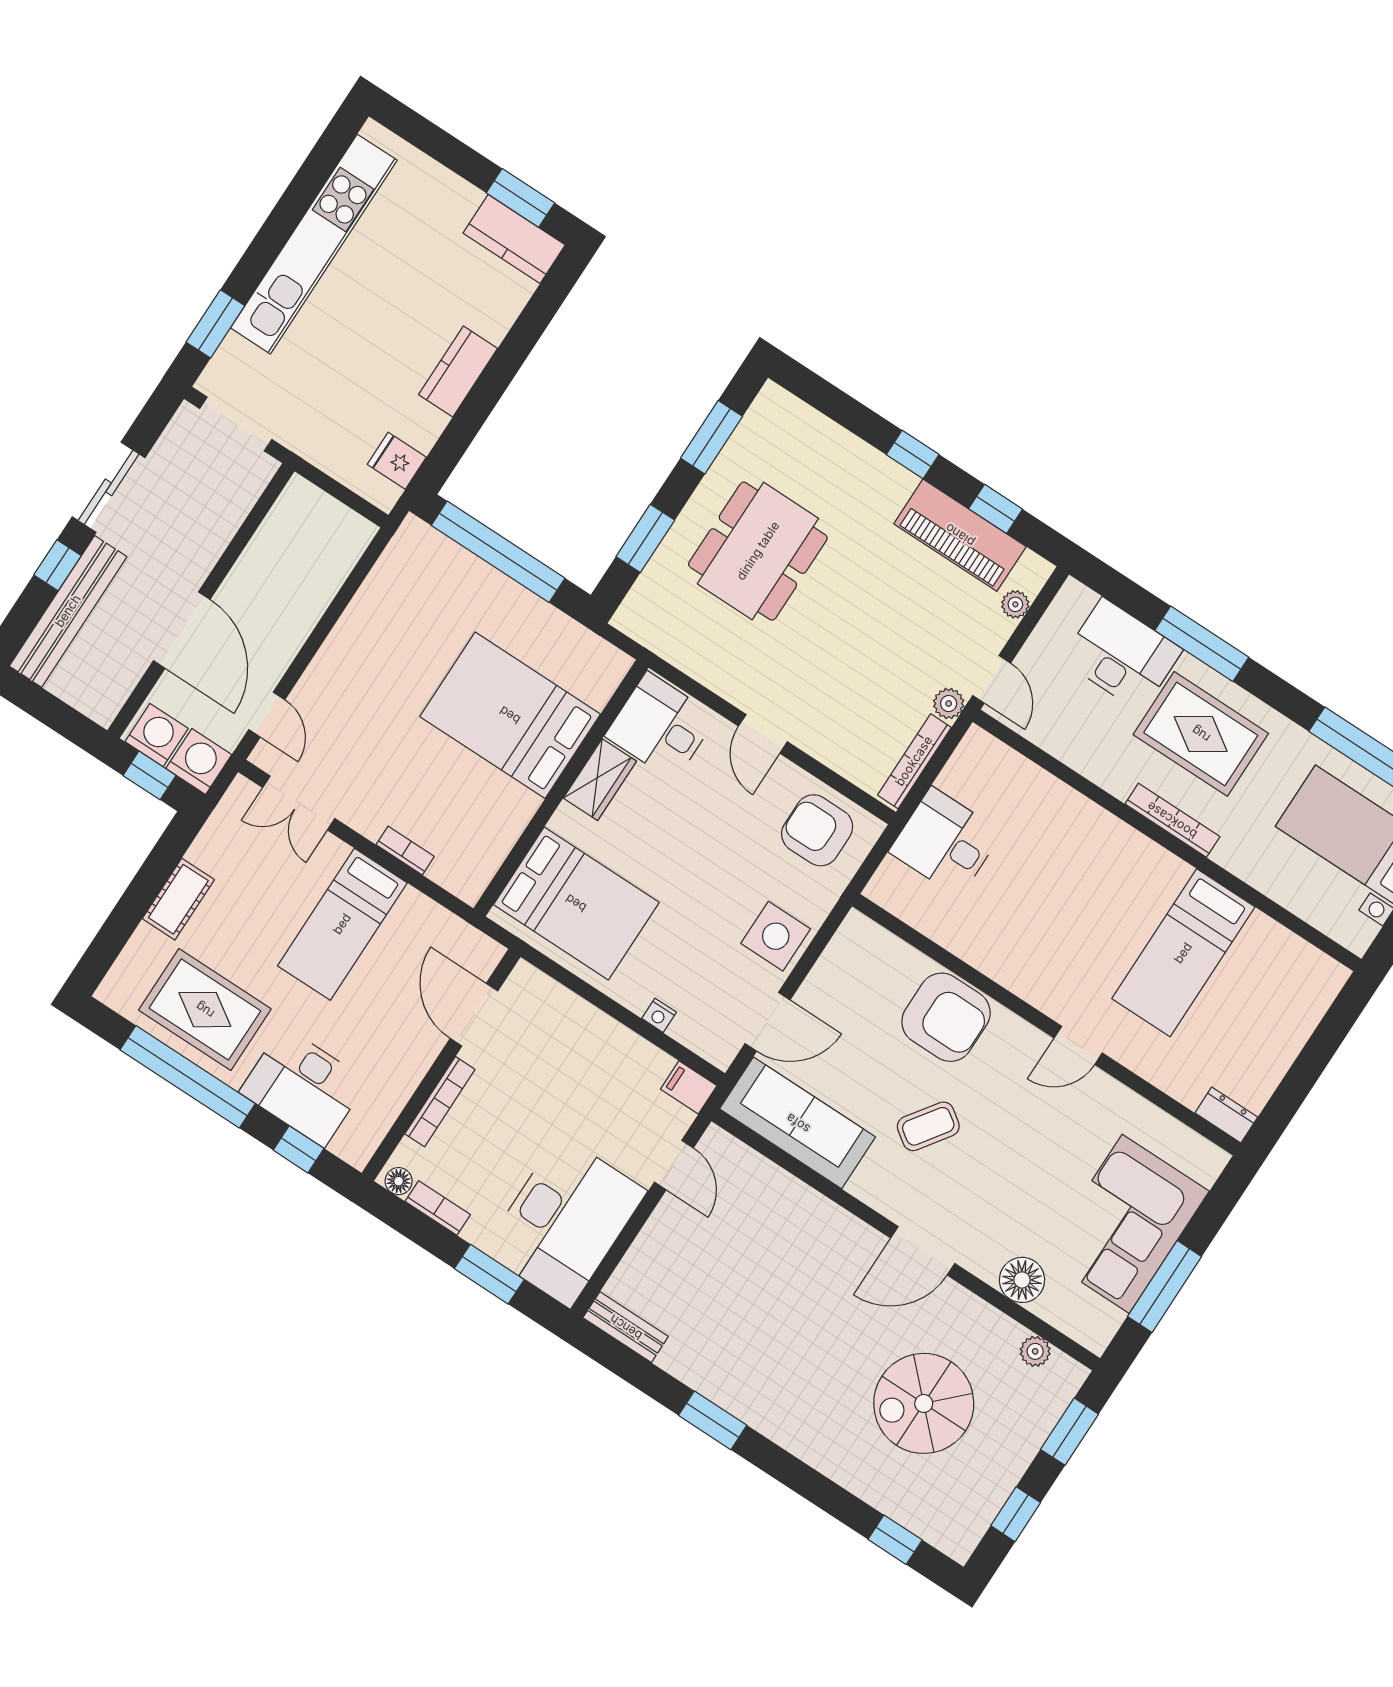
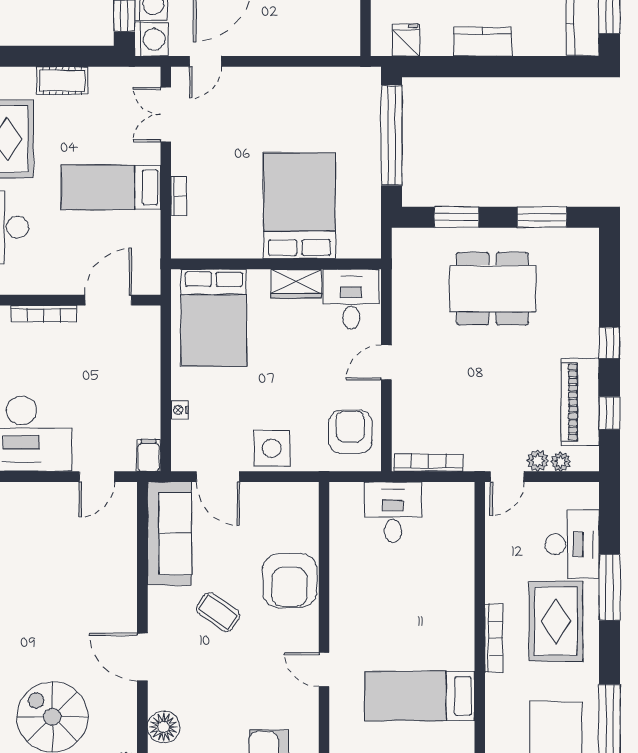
plant: (949, 704) -> (538, 461), moved

